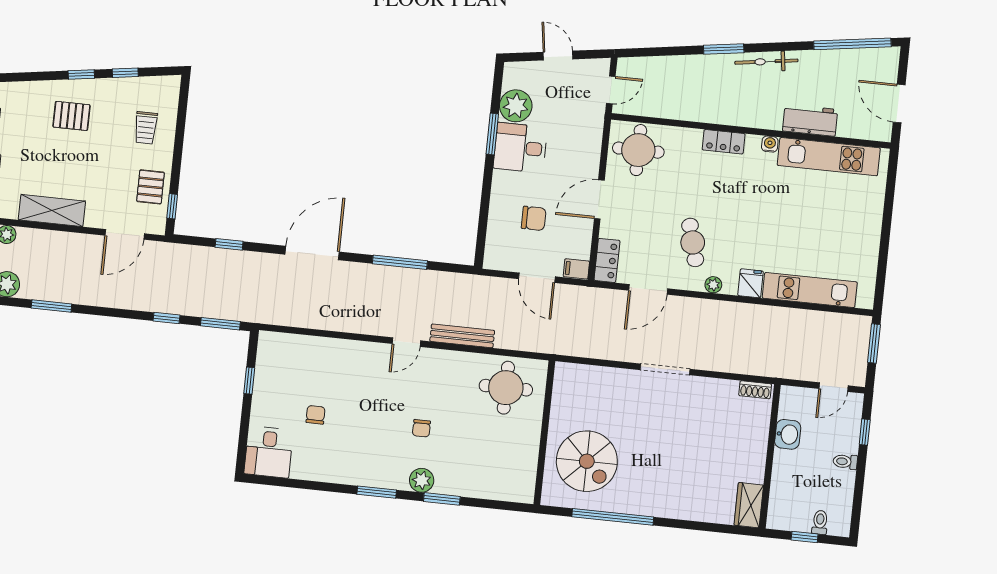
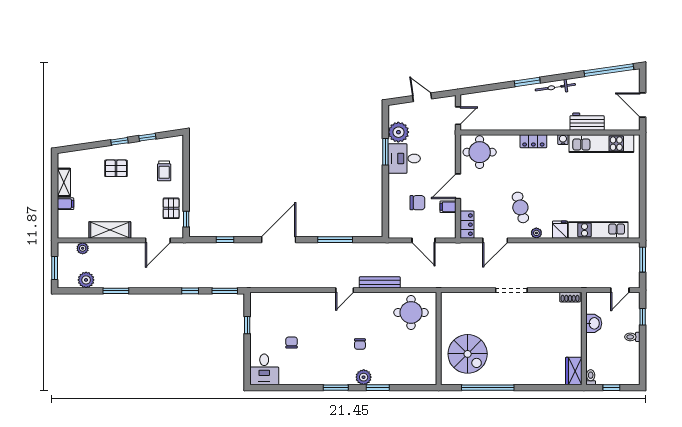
filing cabinet: (576, 269) -> (448, 207), moved
toilet: (820, 522) -> (591, 377), moved

